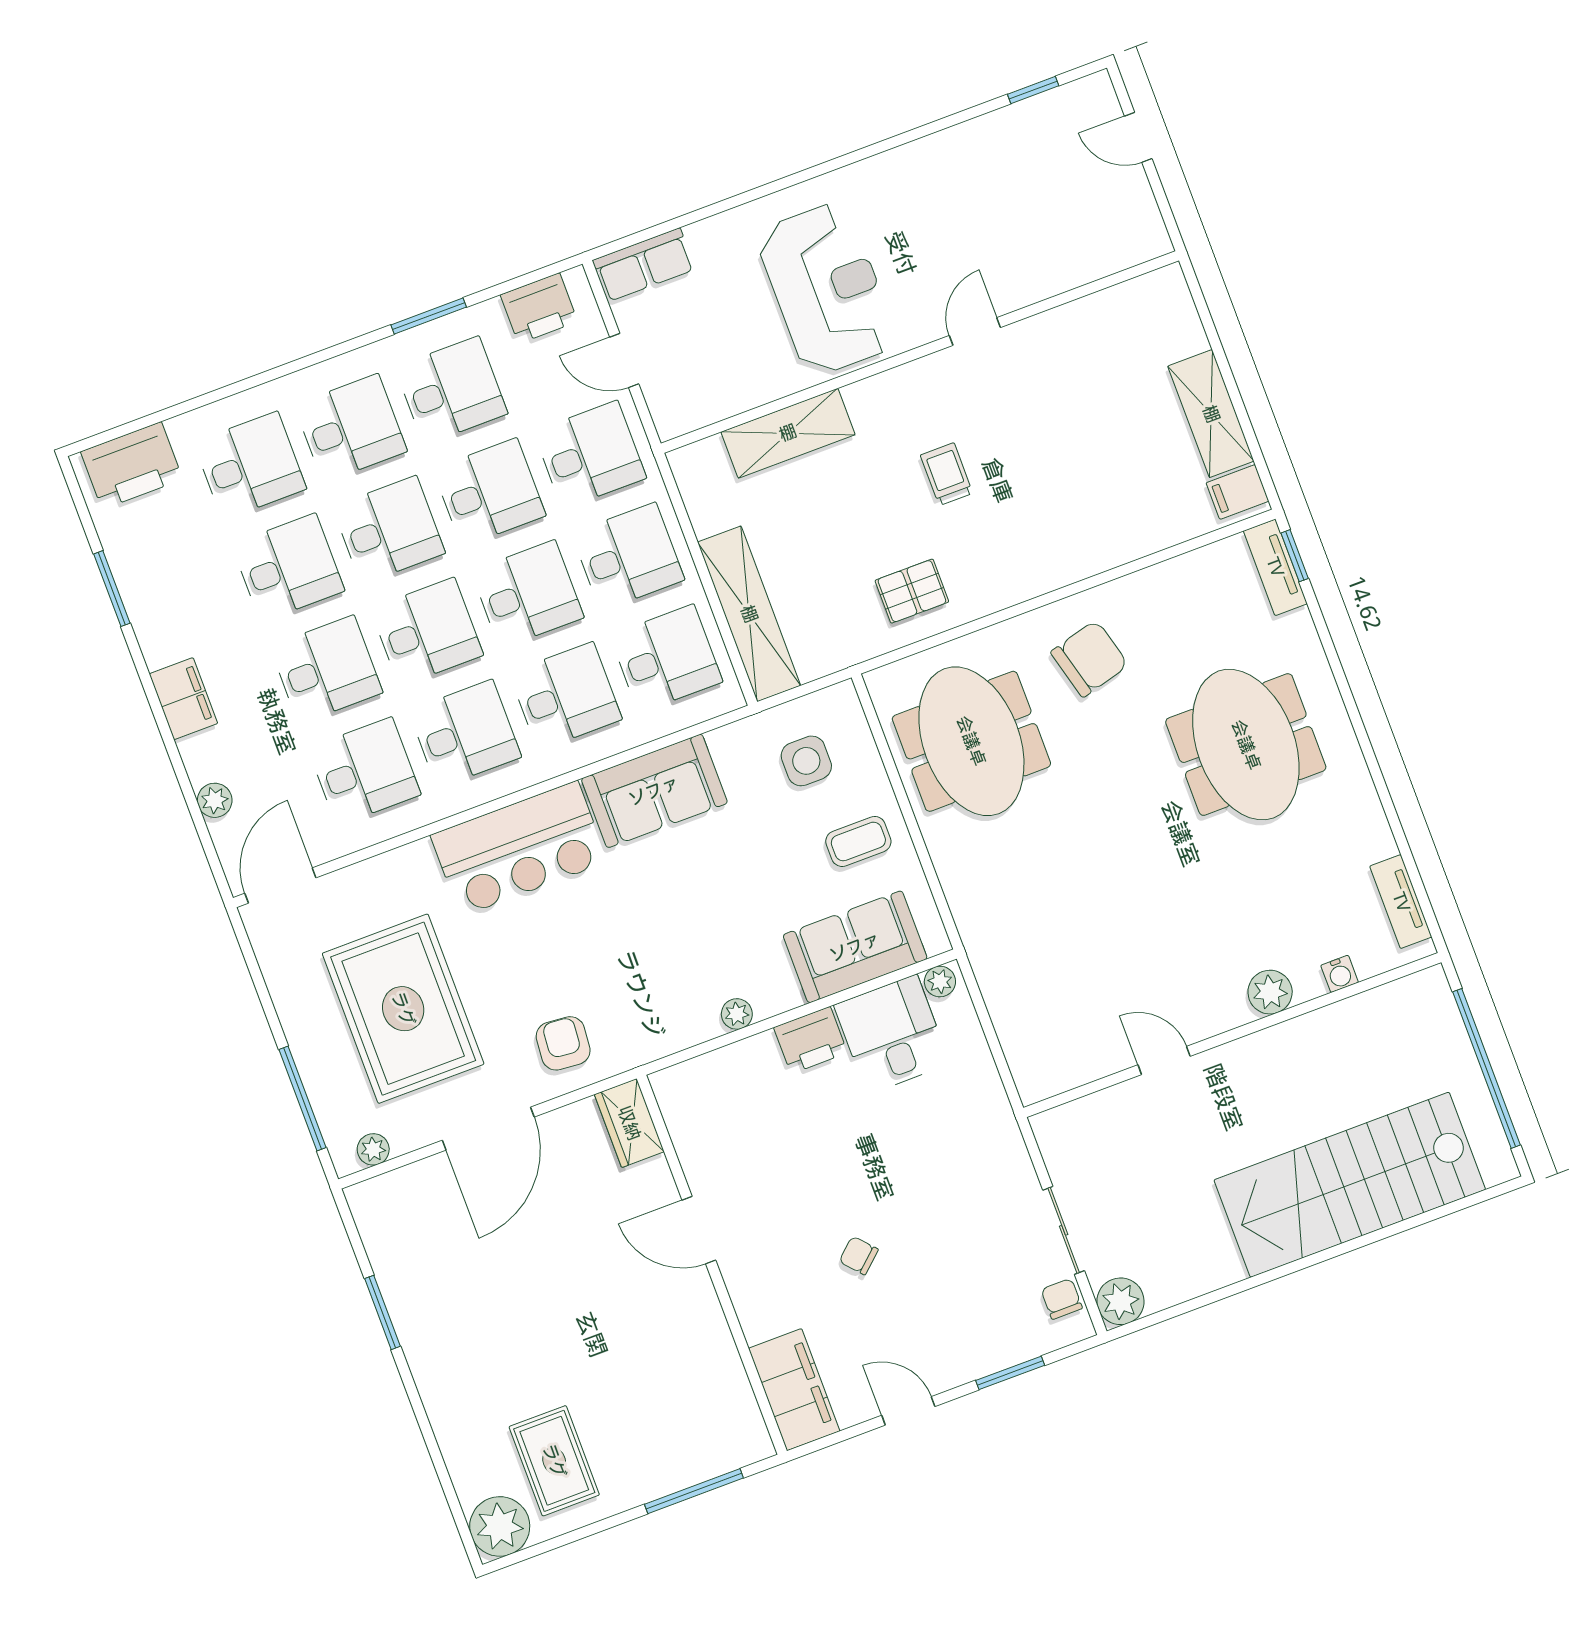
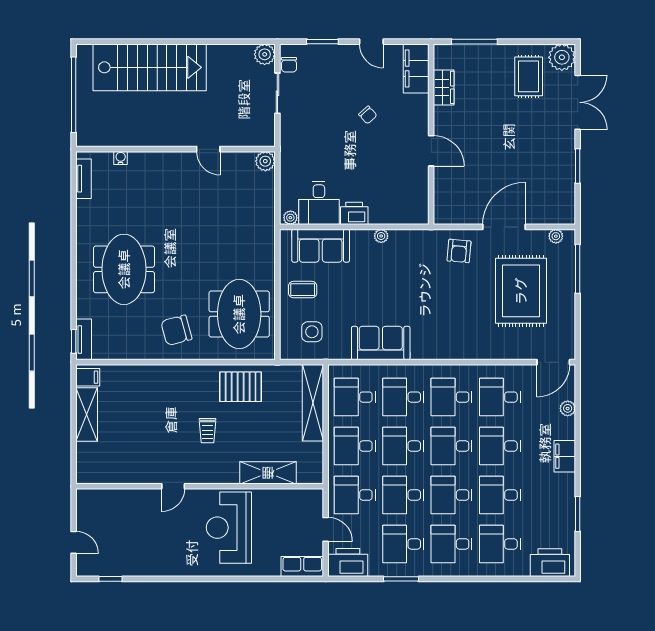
printer: (539, 308) -> (348, 563), width x1.37, depth x1.19
pallet: (912, 591) -> (241, 387), width x1.50, depth x1.42
bar counter: (519, 848) -> (447, 340), removed
plant: (1270, 992) -> (265, 161), moved
wardrobe: (629, 1123) -> (444, 87), moved
double door: (432, 1445) -> (578, 102), added

